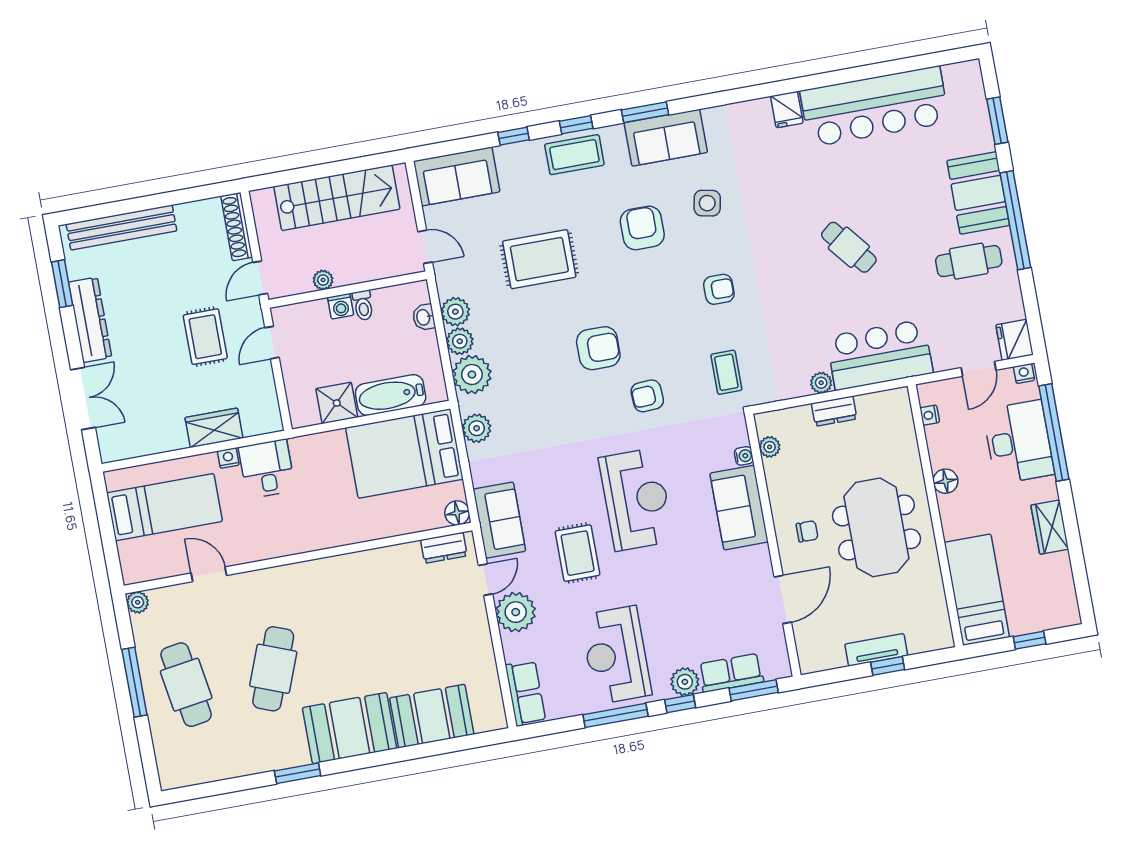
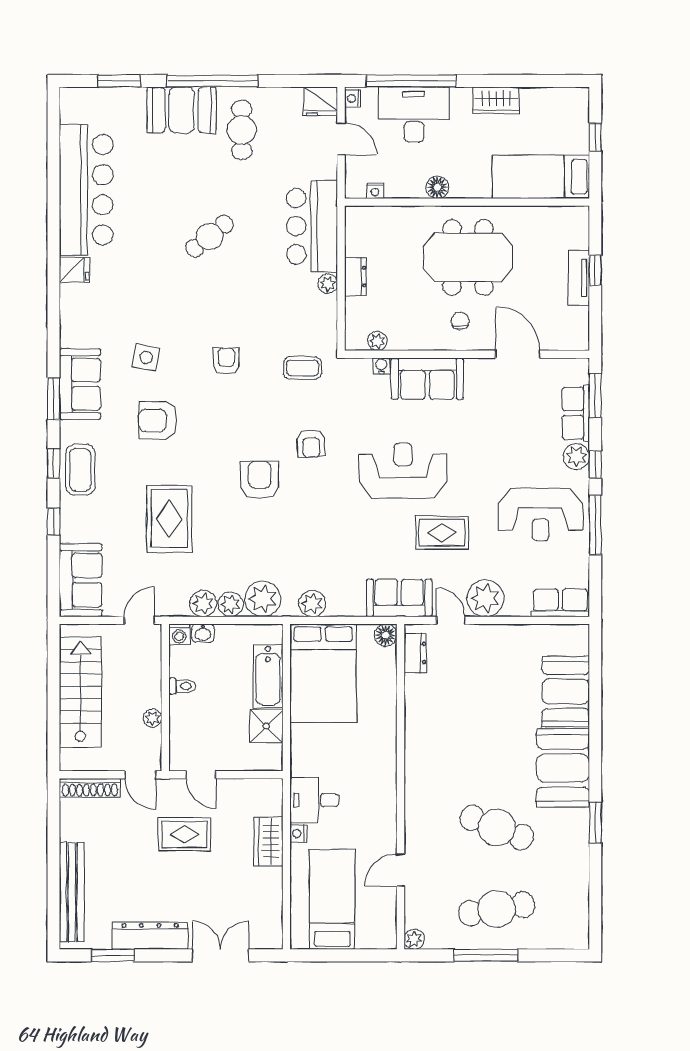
washing machine: (341, 306) -> (179, 634), moved, turned 90

